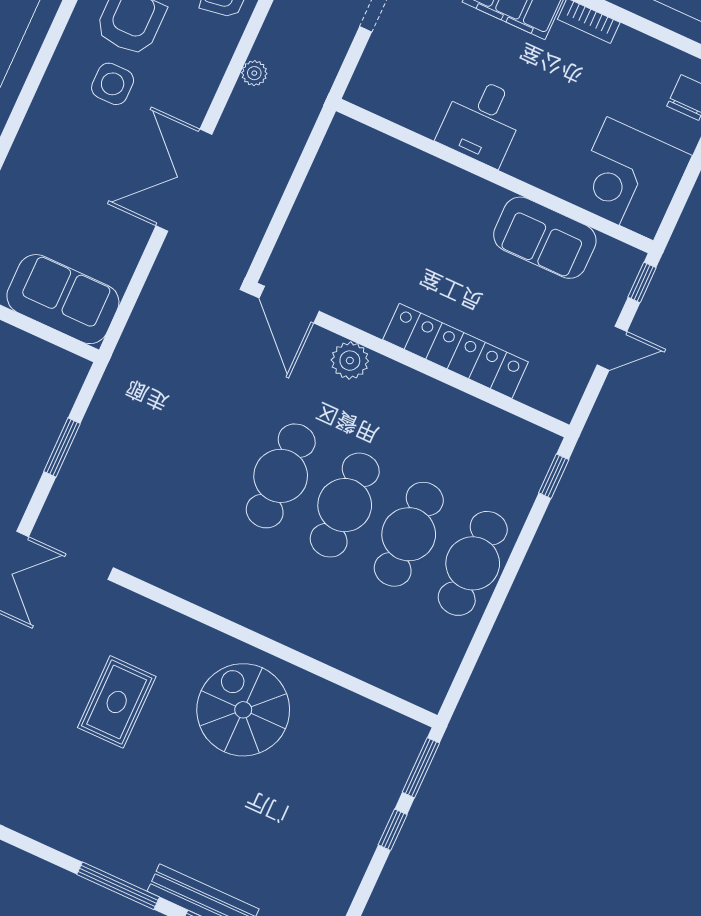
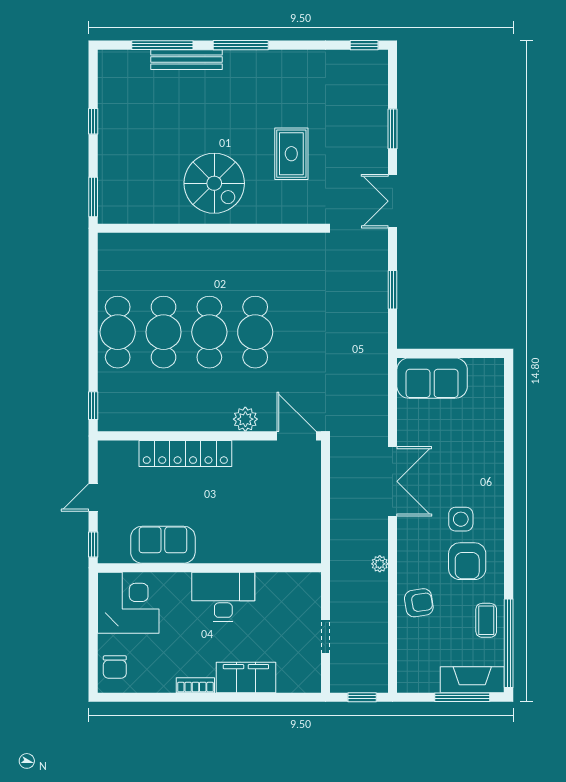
desk: (482, 121) -> (223, 597), width x1.37
window: (393, 830) -> (93, 121), moved

